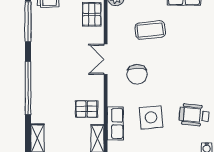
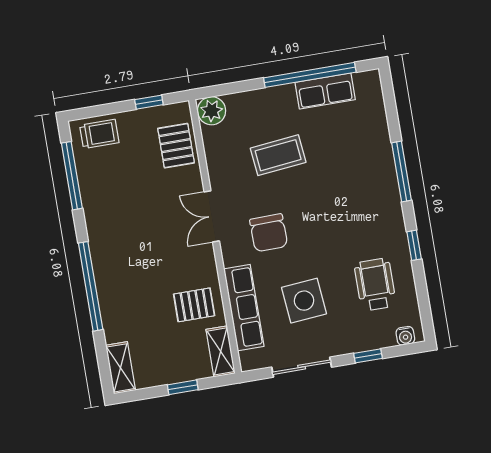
wheelchair: (194, 115) -> (375, 285), turned 84
row of seats: (115, 123) -> (244, 308), width x1.48

